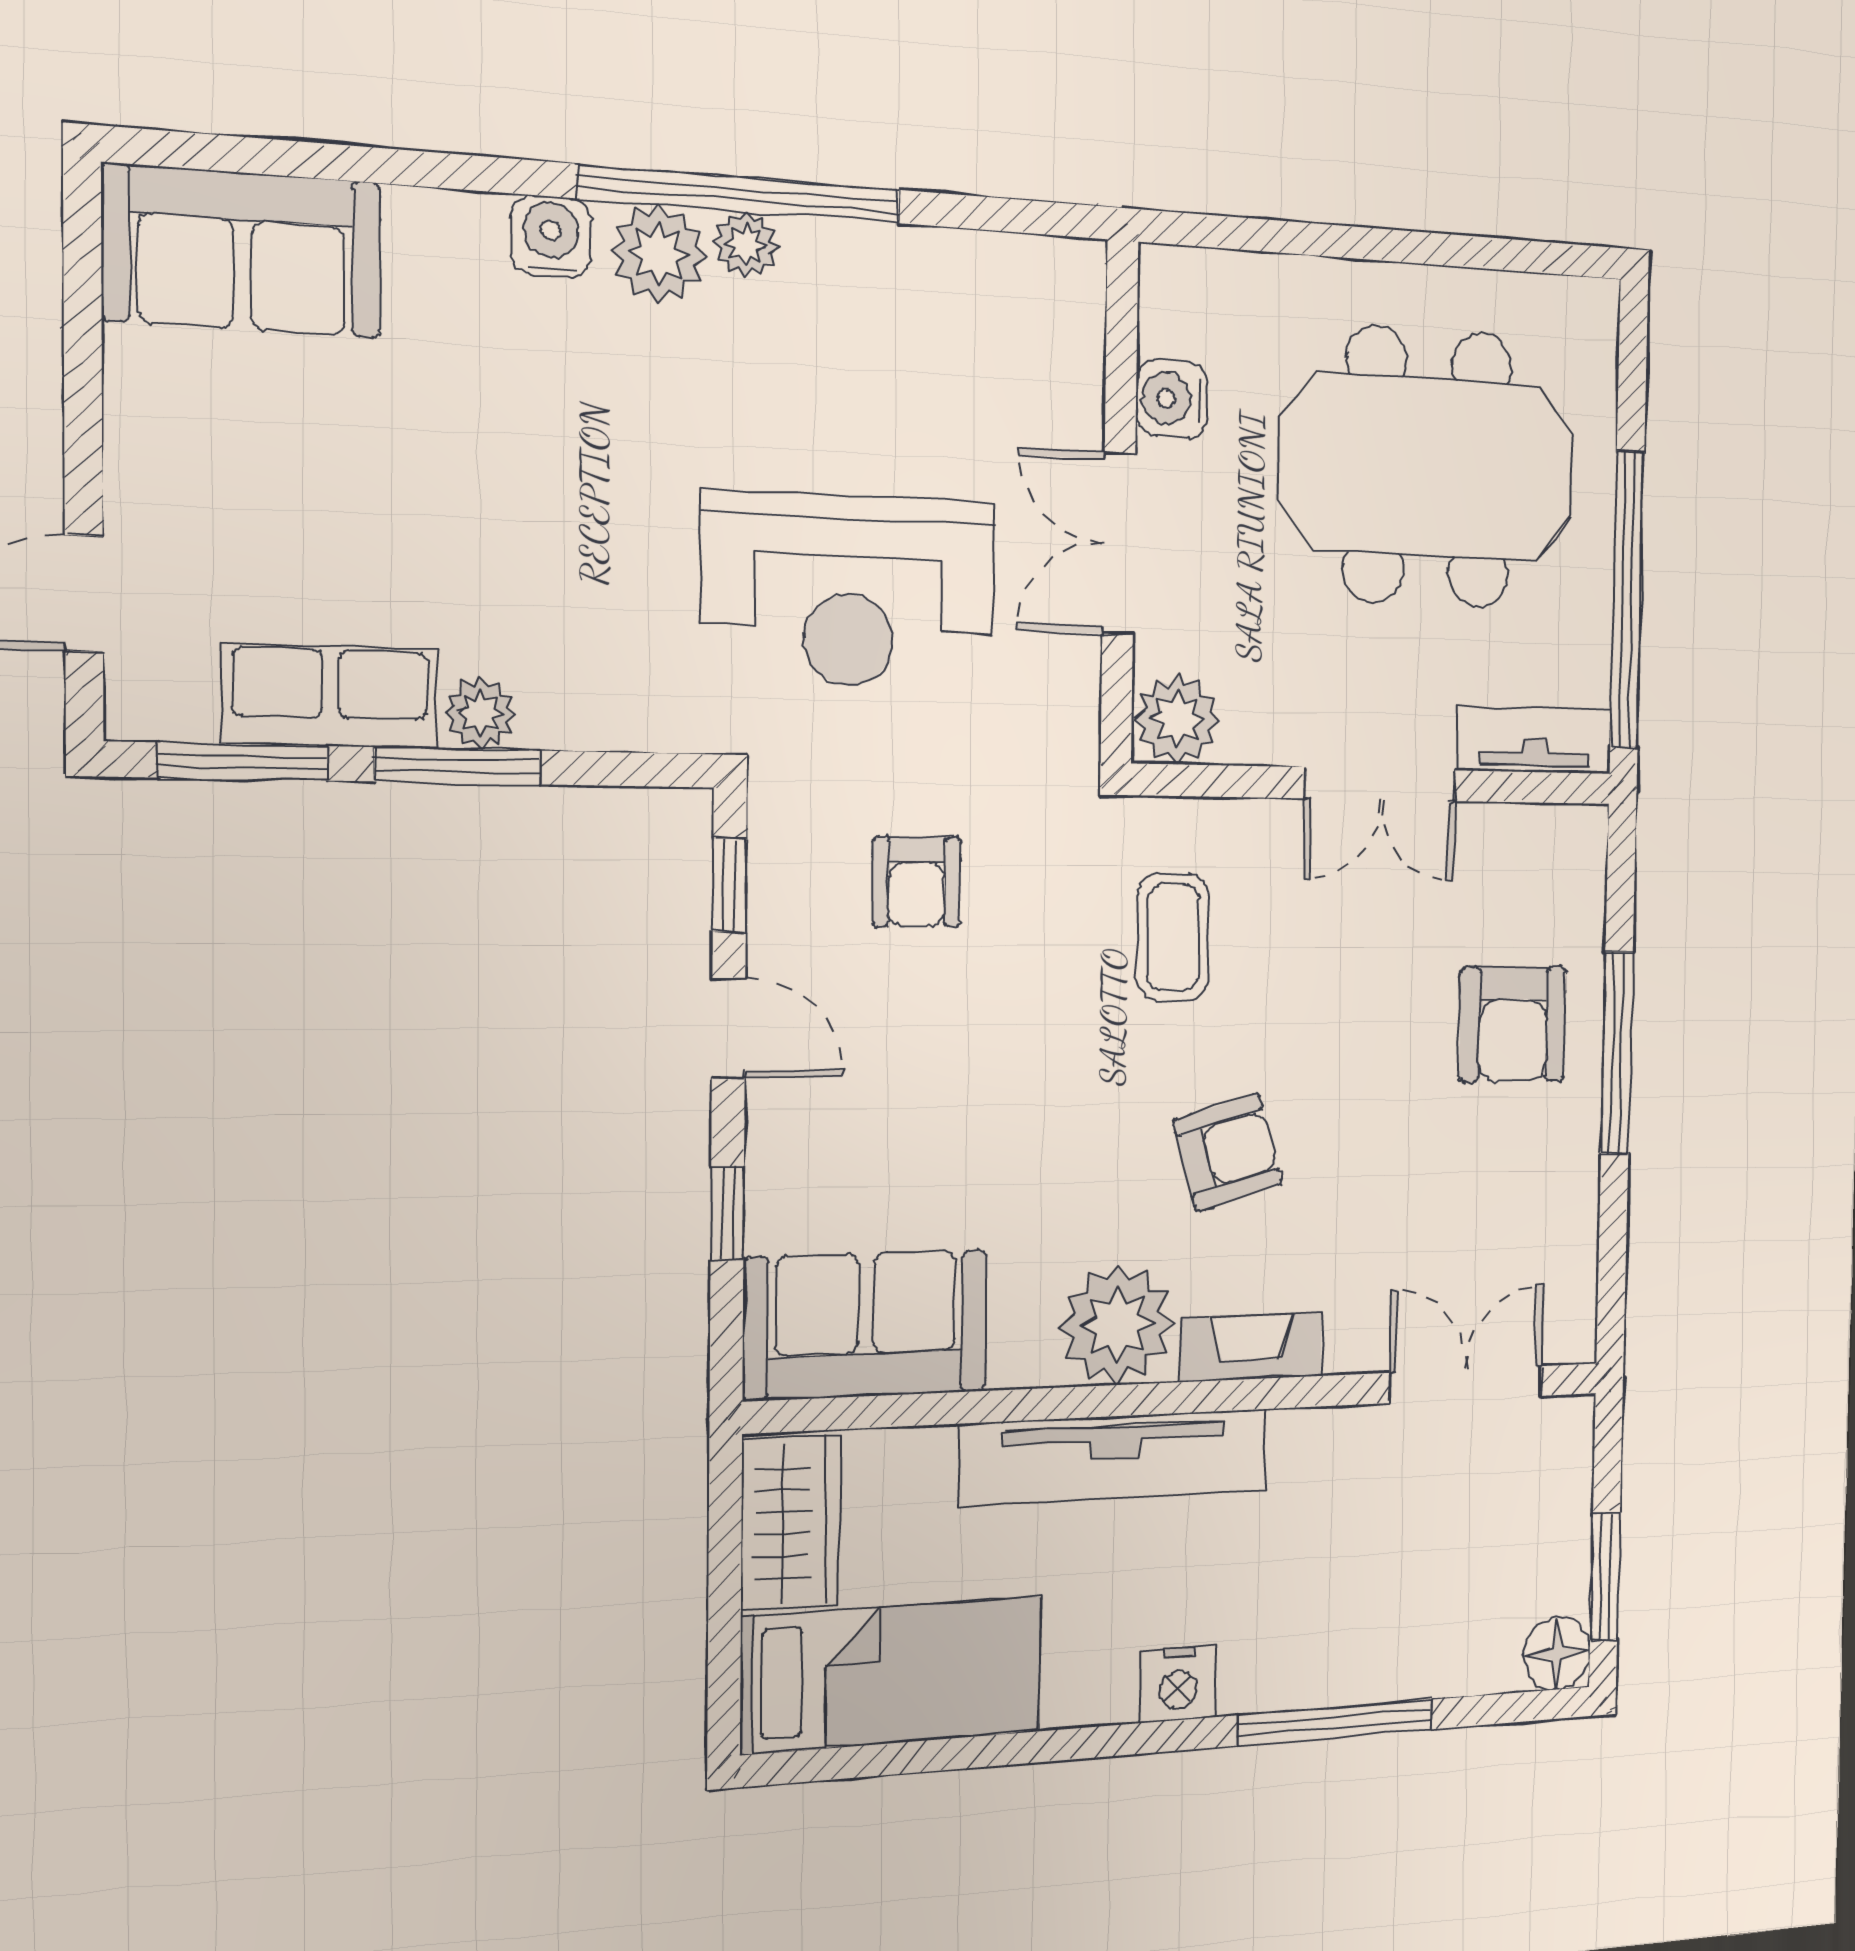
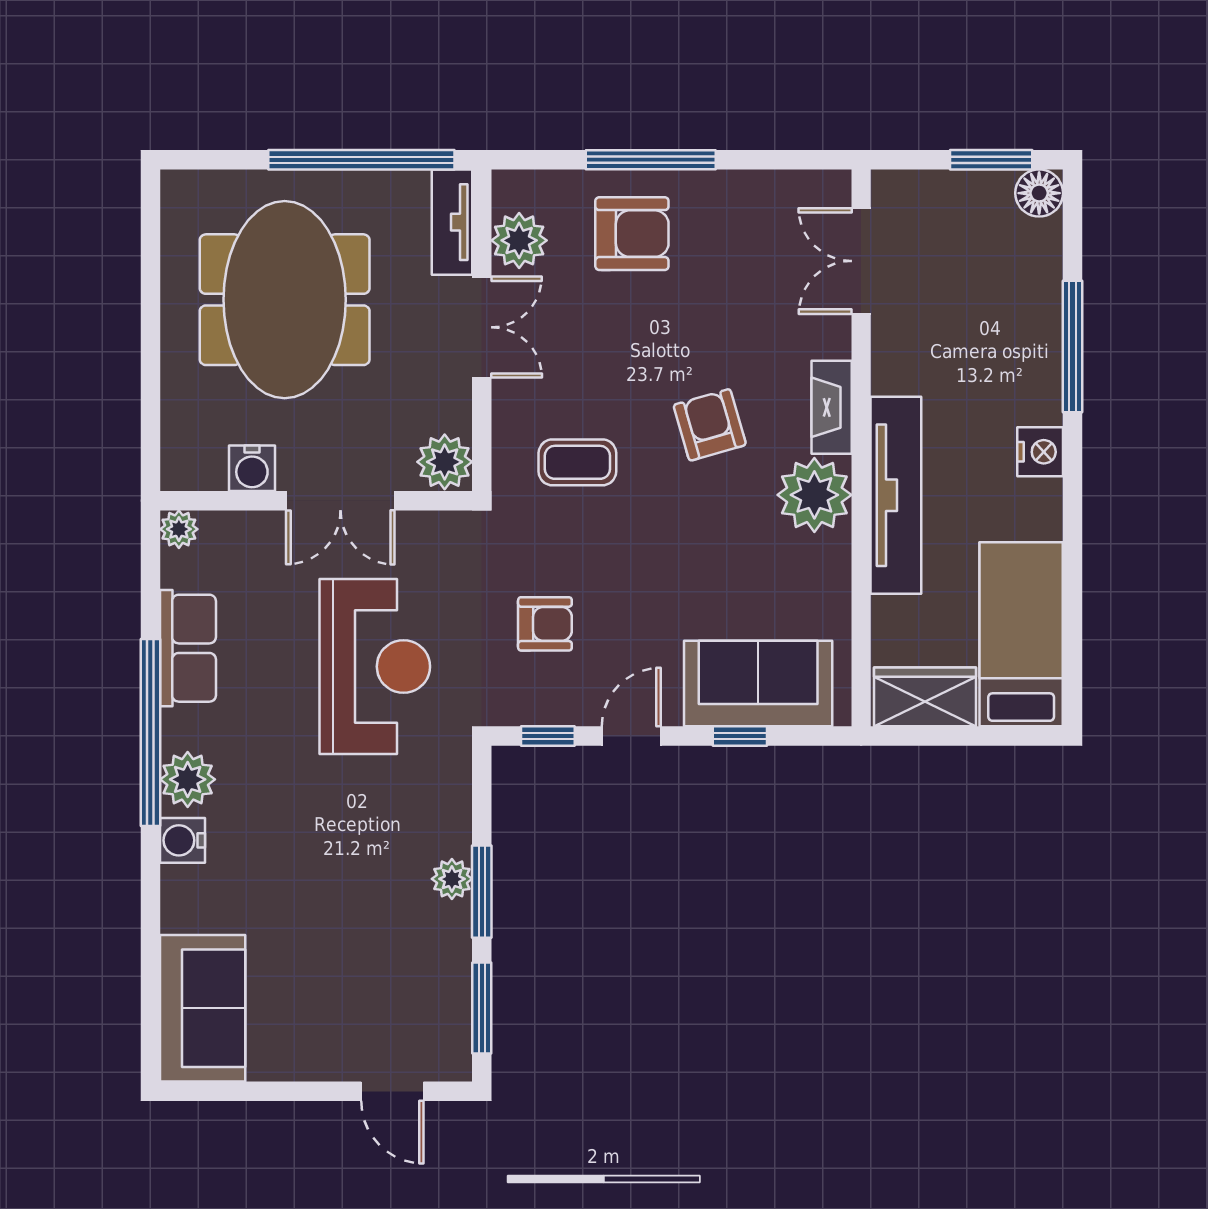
plant: (746, 245) -> (179, 529), moved
row of seats: (331, 696) -> (188, 648), moved, turned 180
plant: (1507, 846) -> (519, 240), added
sofa: (866, 1325) -> (758, 684), moved, turned 90

